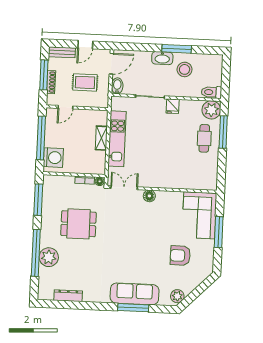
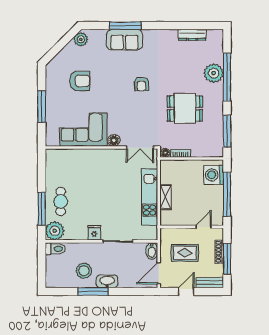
corner sofa: (199, 215) -> (83, 130), moved, turned -90
armchair: (120, 250) -> (142, 84), added
sofa: (135, 294) -> (125, 40), width x0.73

